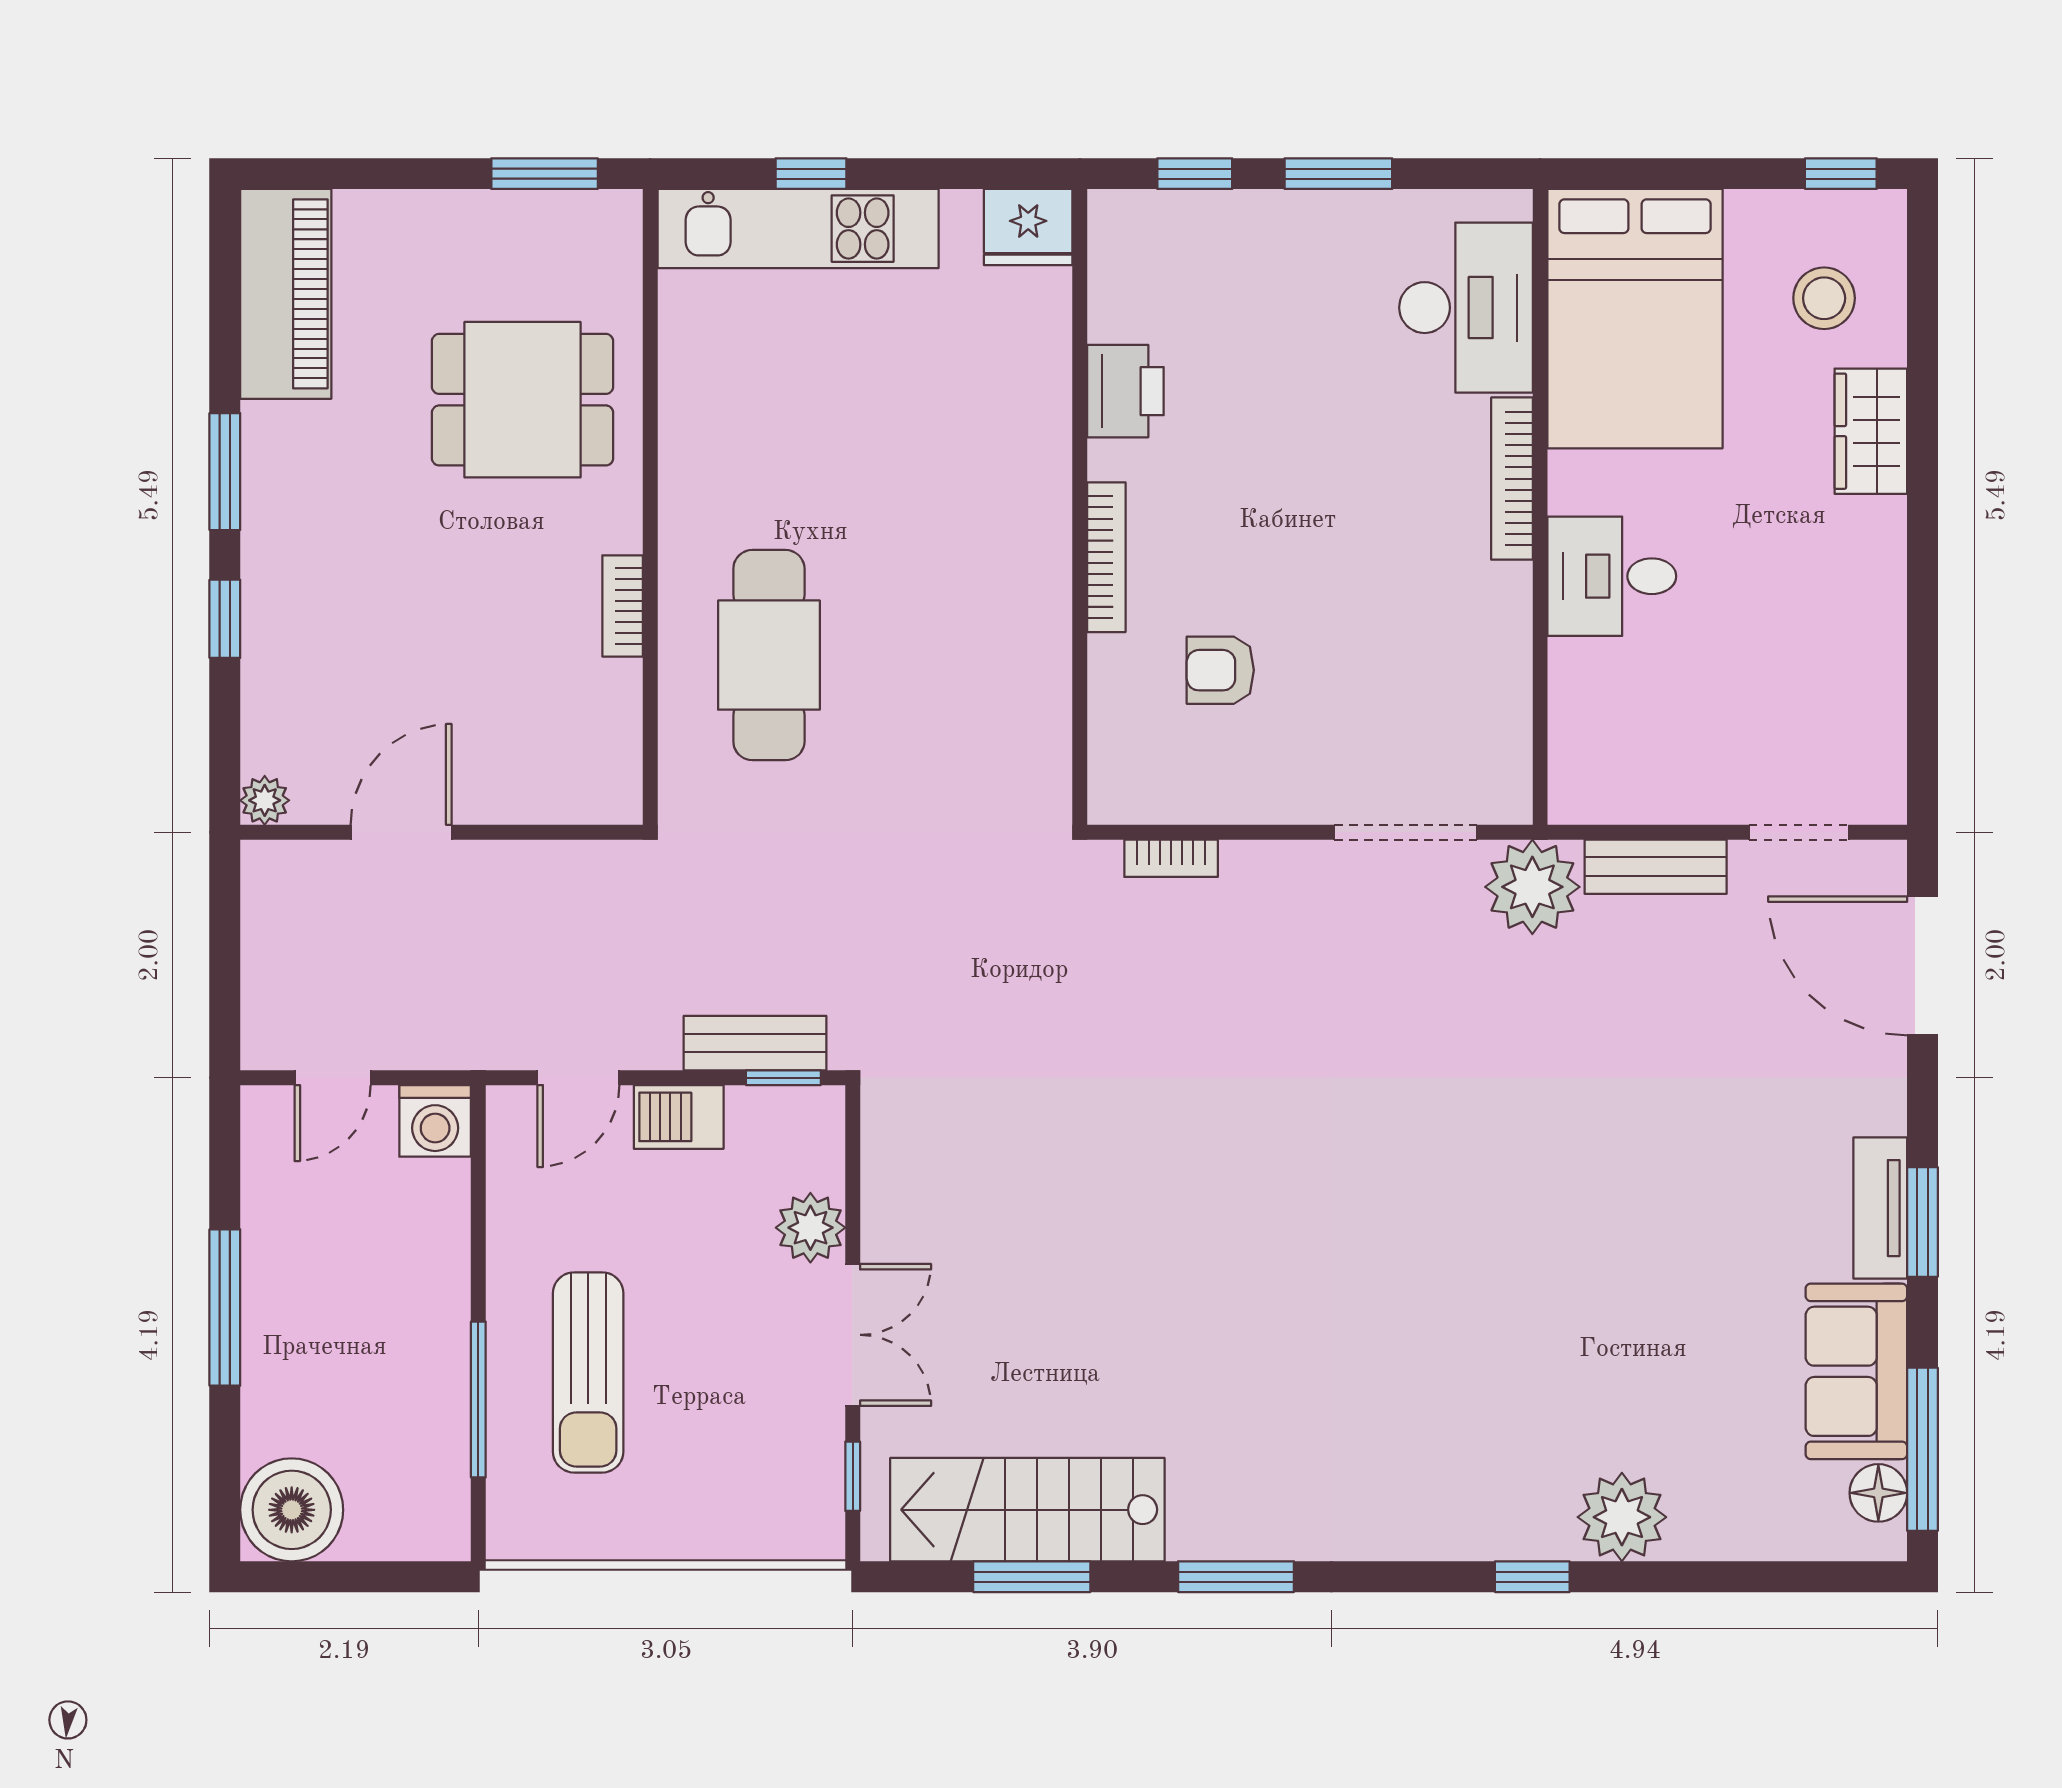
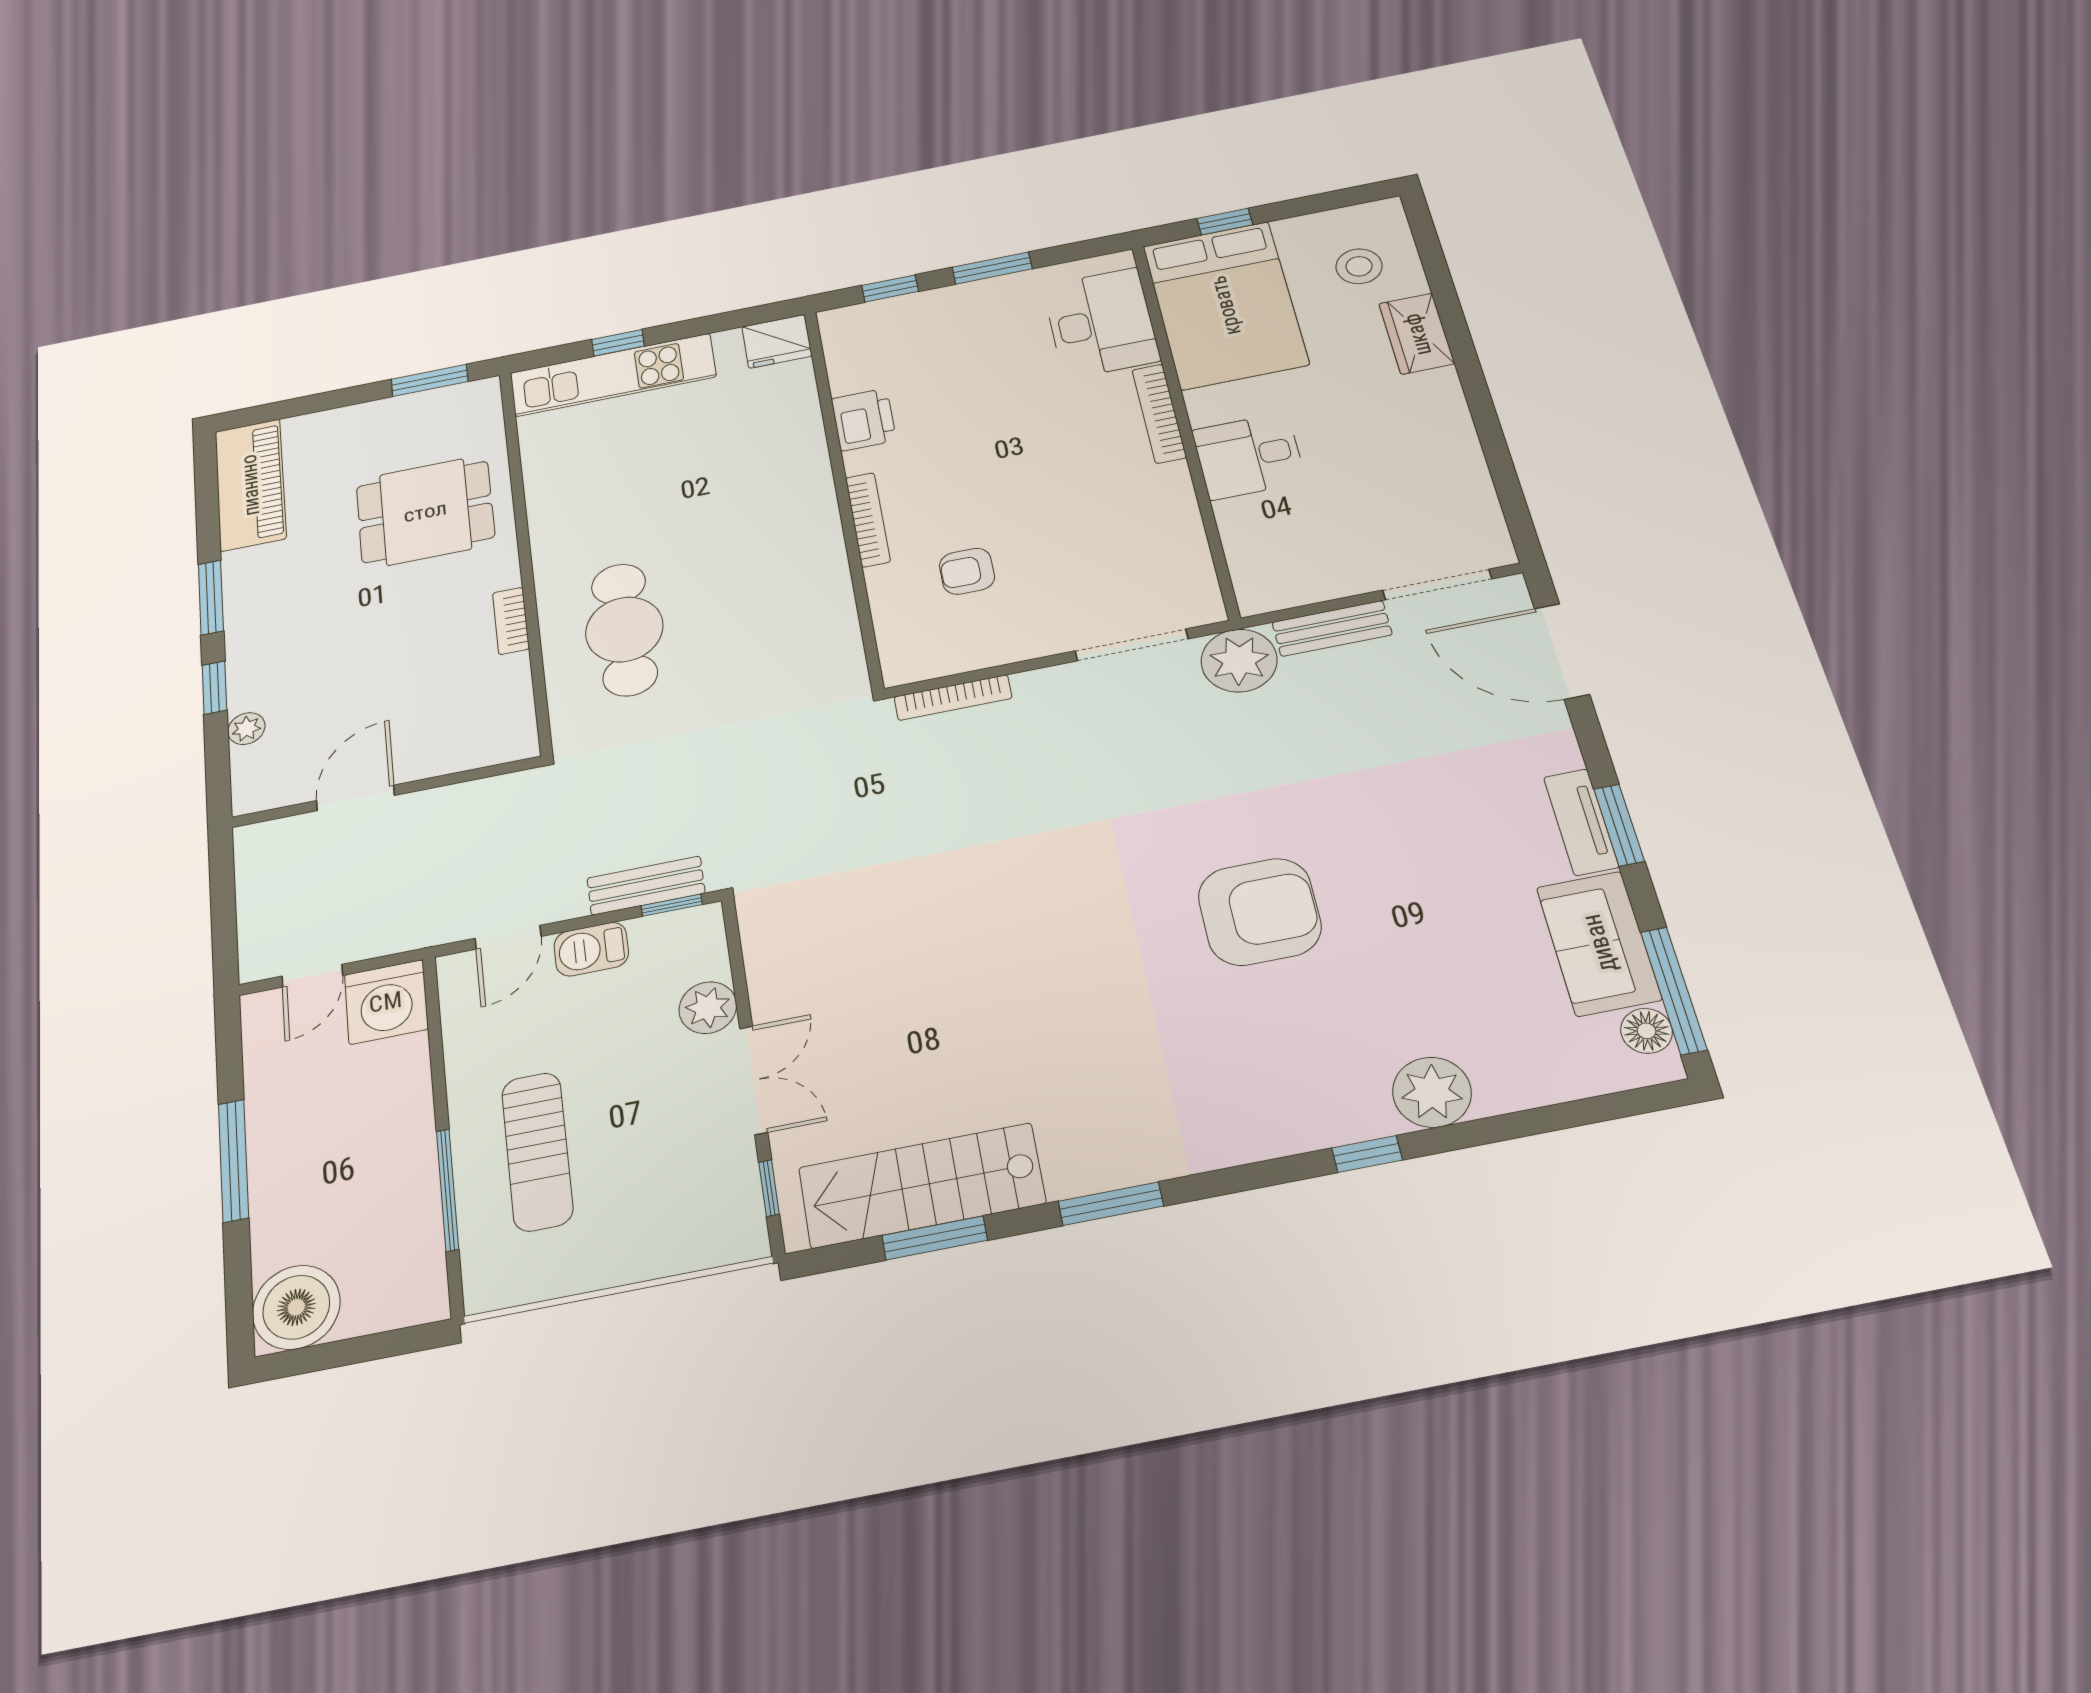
window: (1841, 174) -> (1225, 222), moved
plant: (265, 800) -> (246, 729), moved
doorway: (1799, 832) -> (1437, 585), width x1.38
bookcase: (1171, 858) -> (953, 698), width x1.56
washing machine: (435, 1121) -> (386, 1002), width x1.37, depth x1.37
armchair: (1481, 1244) -> (1260, 912), added

